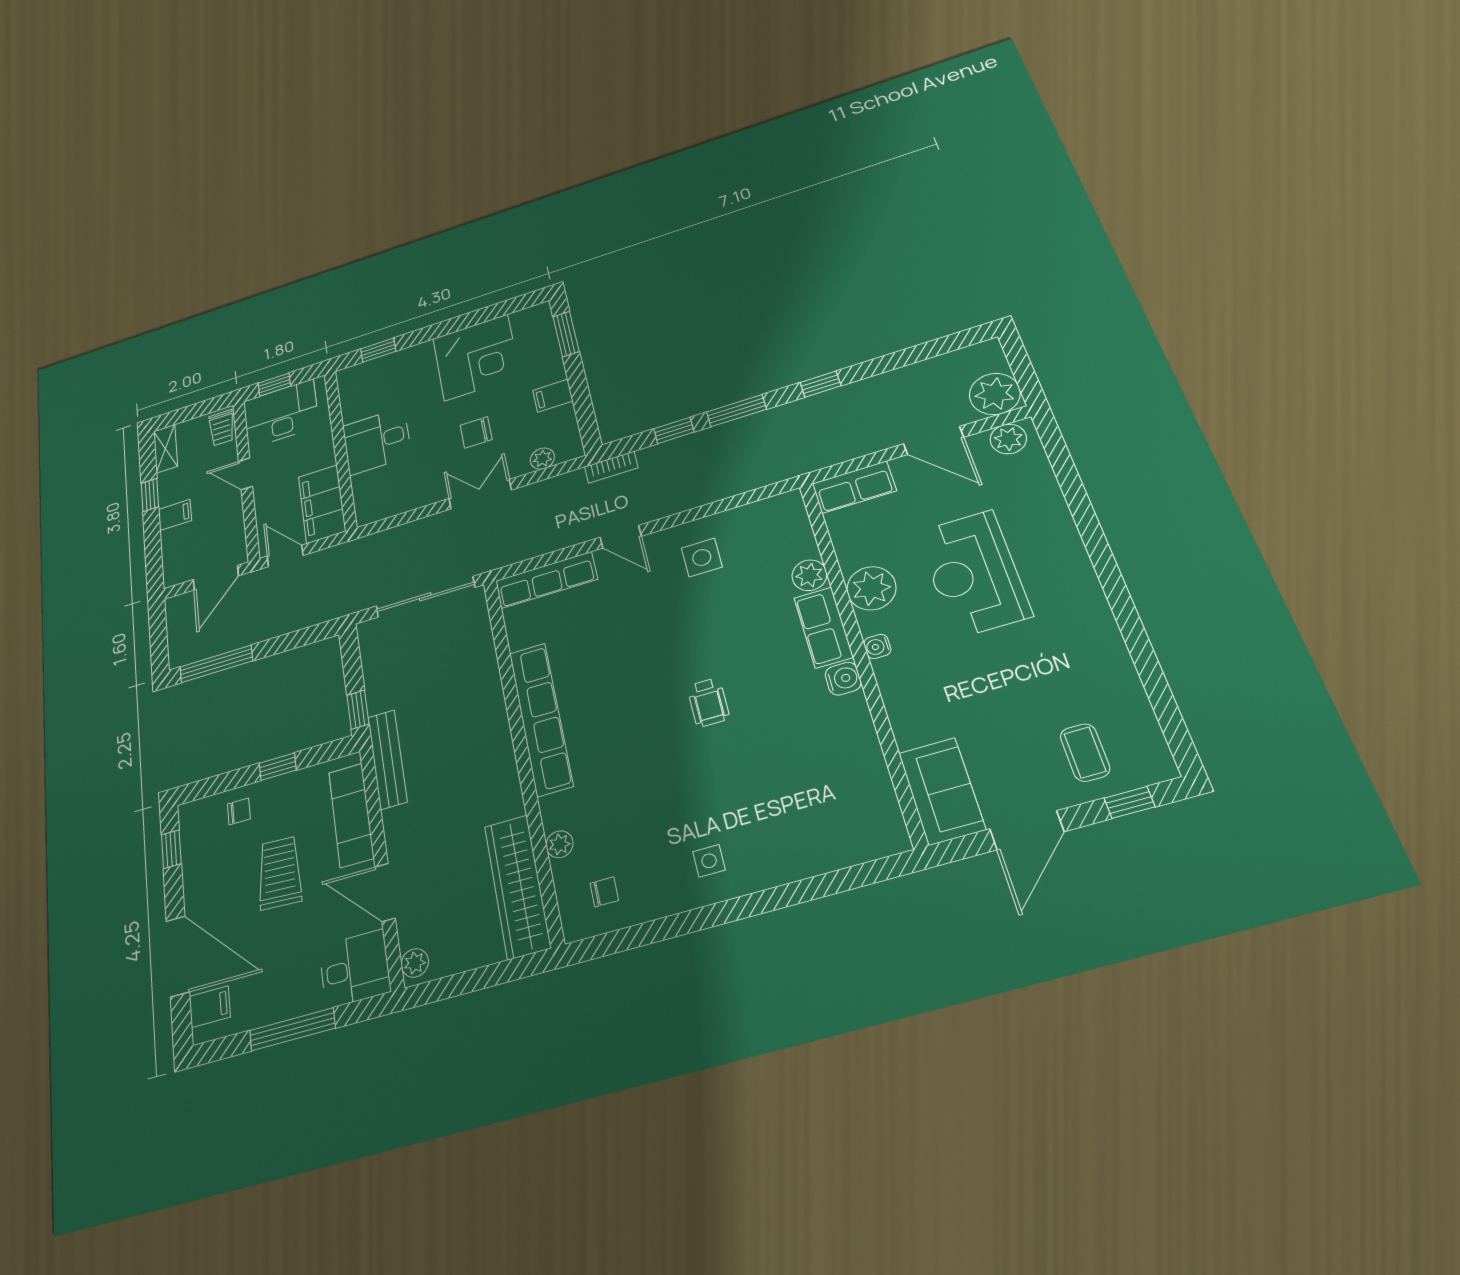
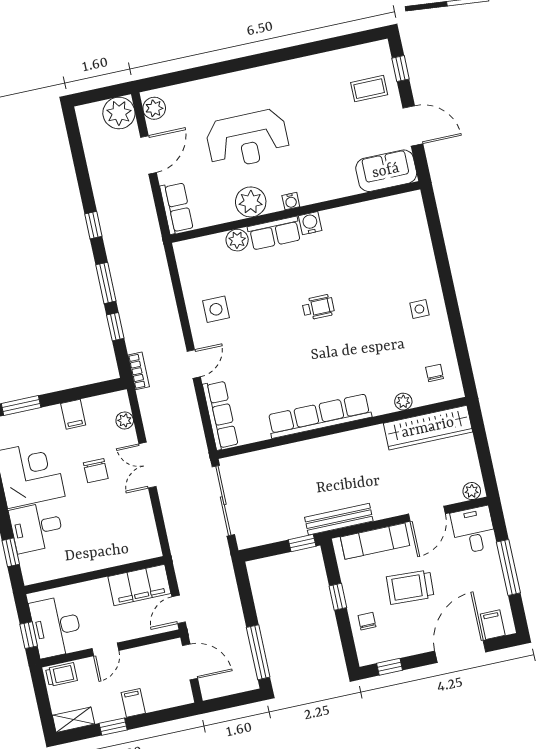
desk: (377, 441) -> (36, 527), moved, turned 90

